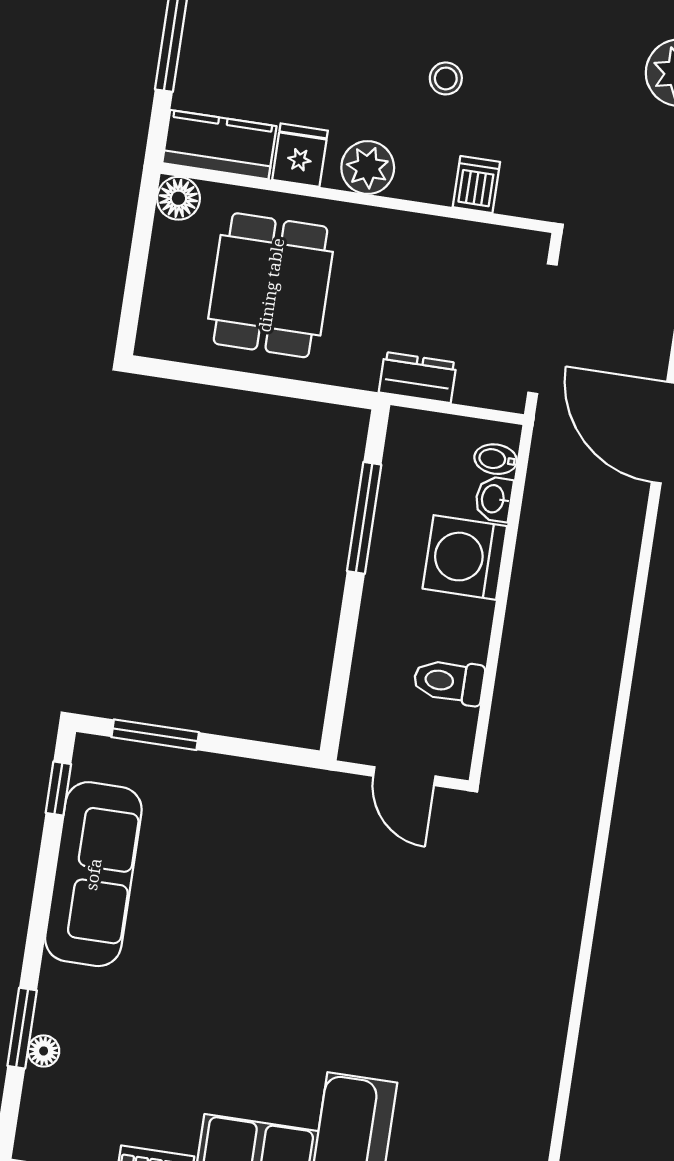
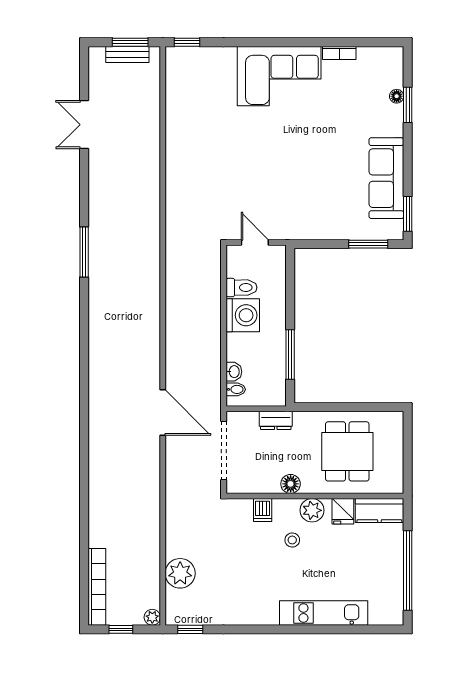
stool: (446, 78) -> (292, 540), moved
floor lamp: (178, 198) -> (291, 484), moved
washing machine: (465, 557) -> (243, 315), moved
window: (58, 788) -> (408, 214), width x1.50

